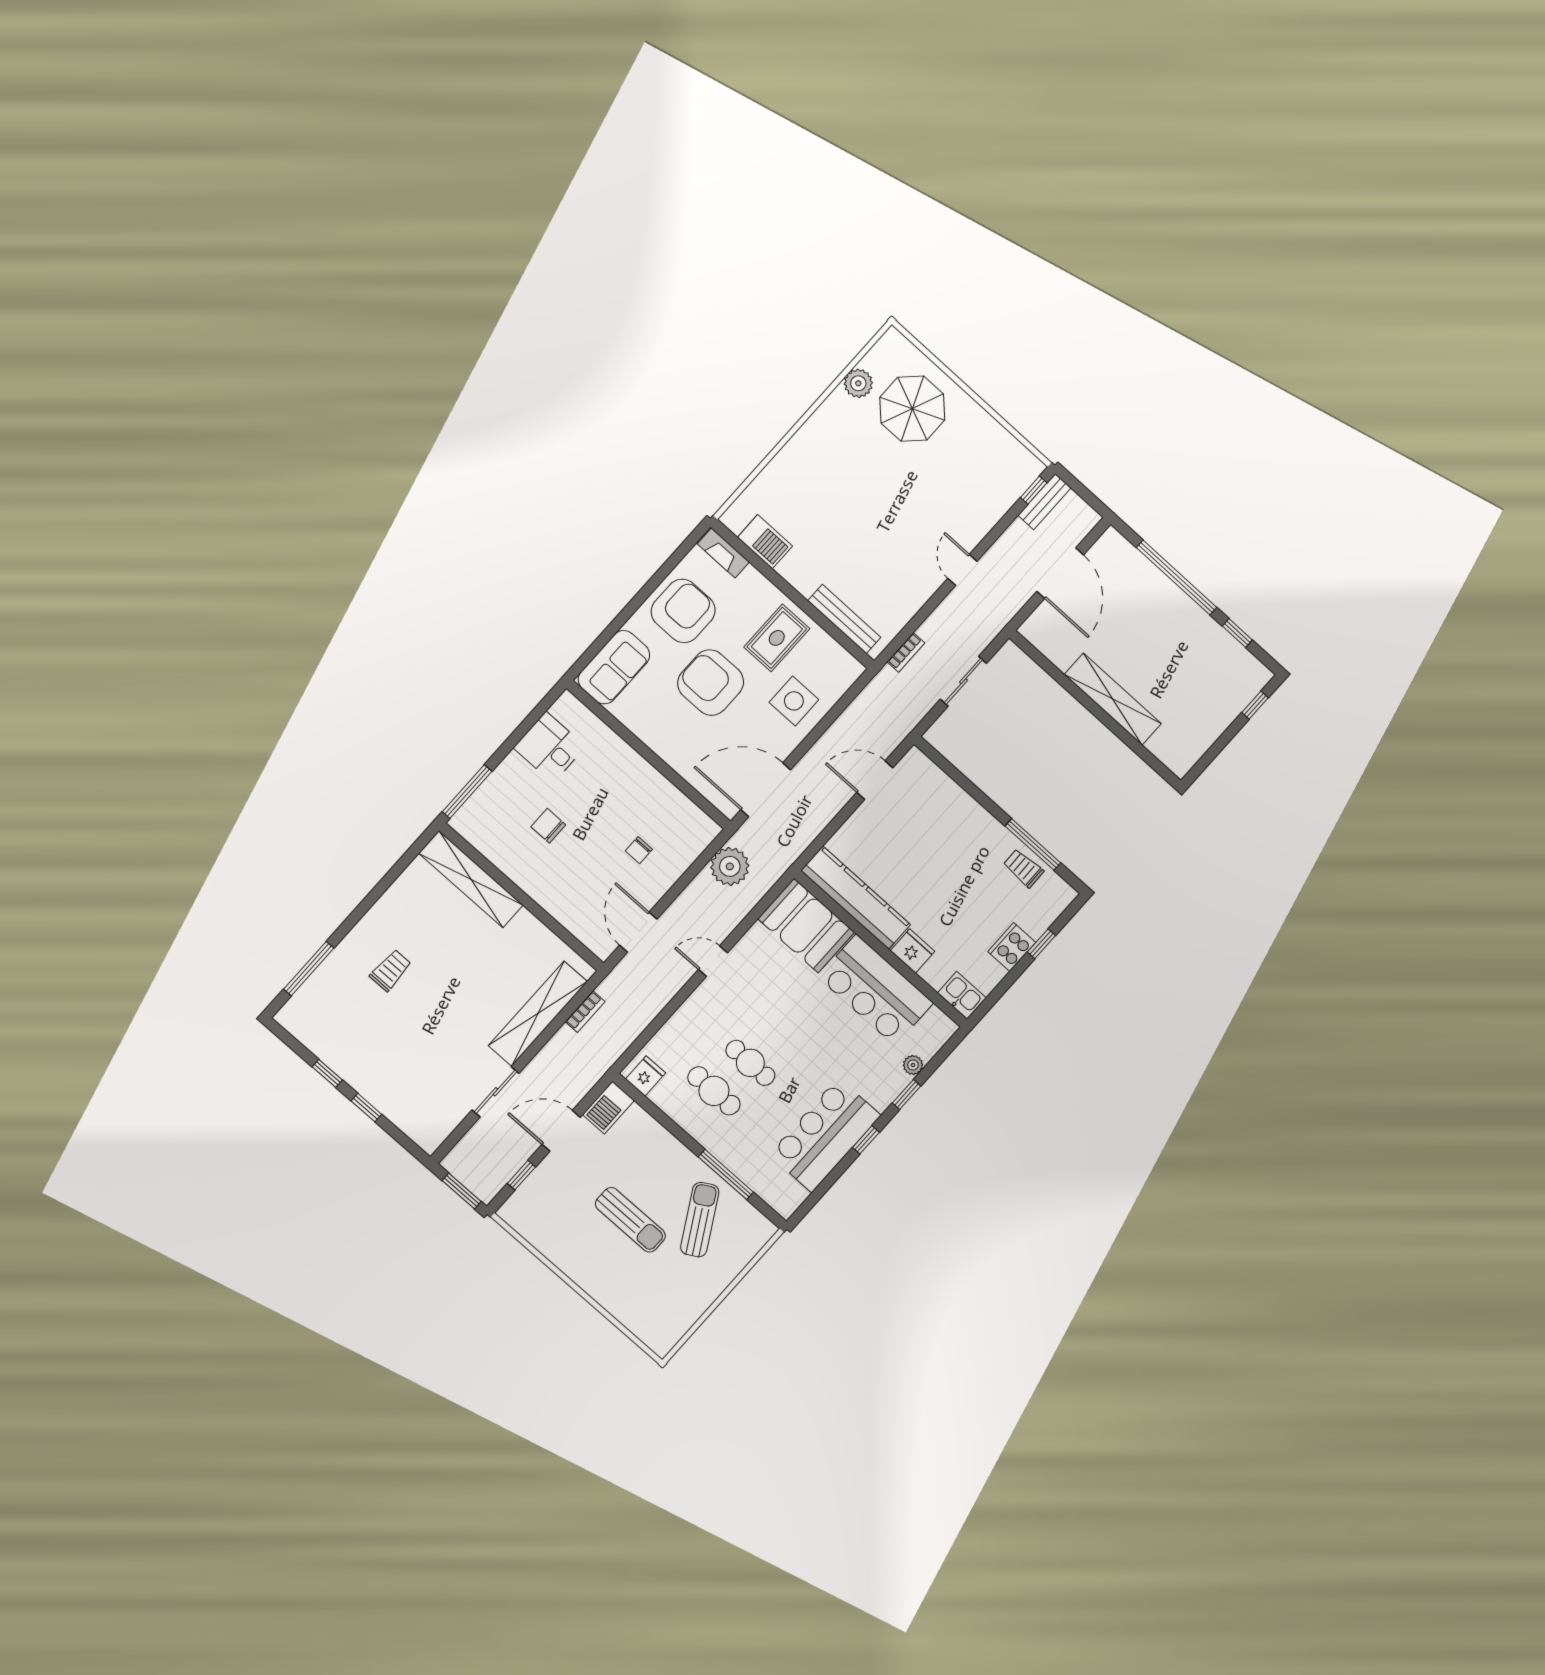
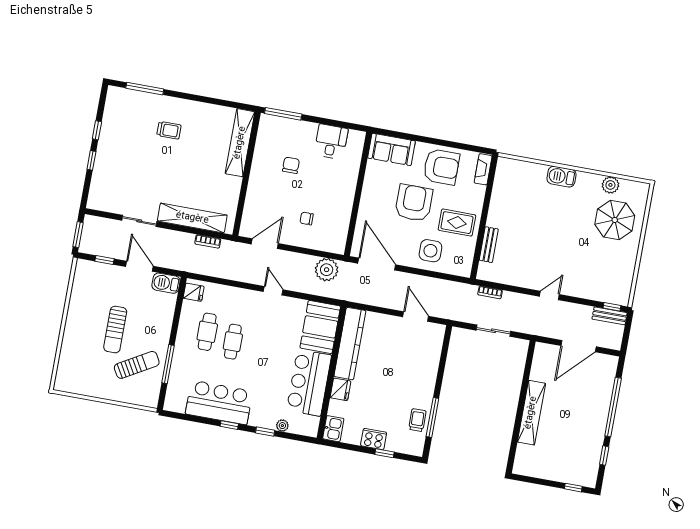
barbecue: (765, 542) -> (561, 177), moved, turned 90
bench: (844, 619) -> (489, 245), width x0.73

